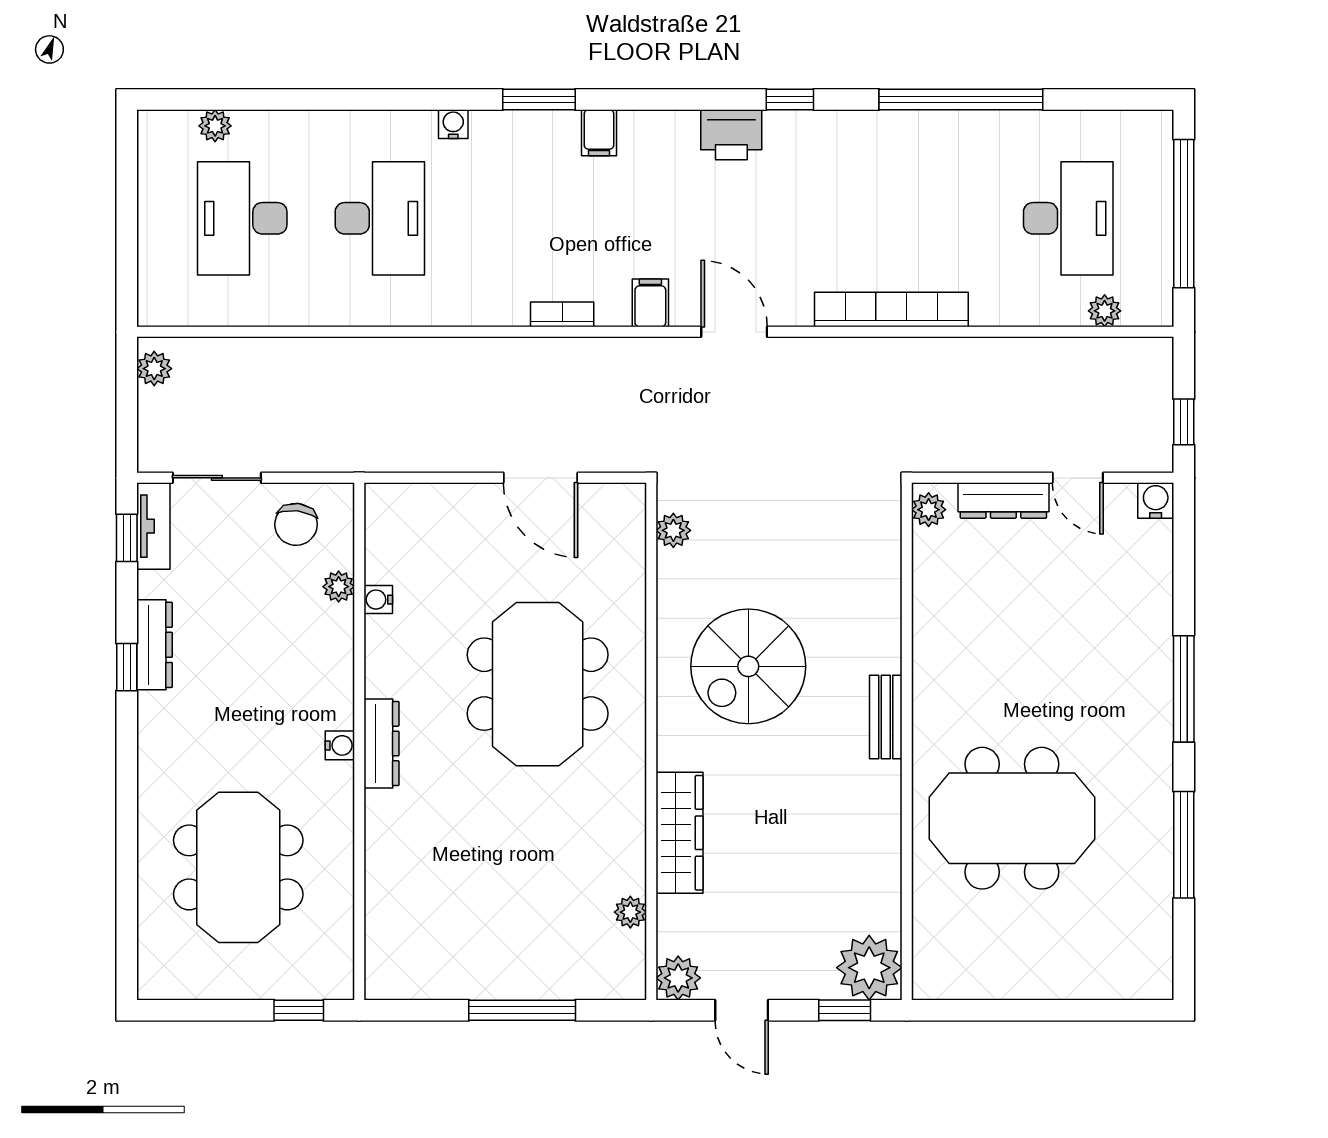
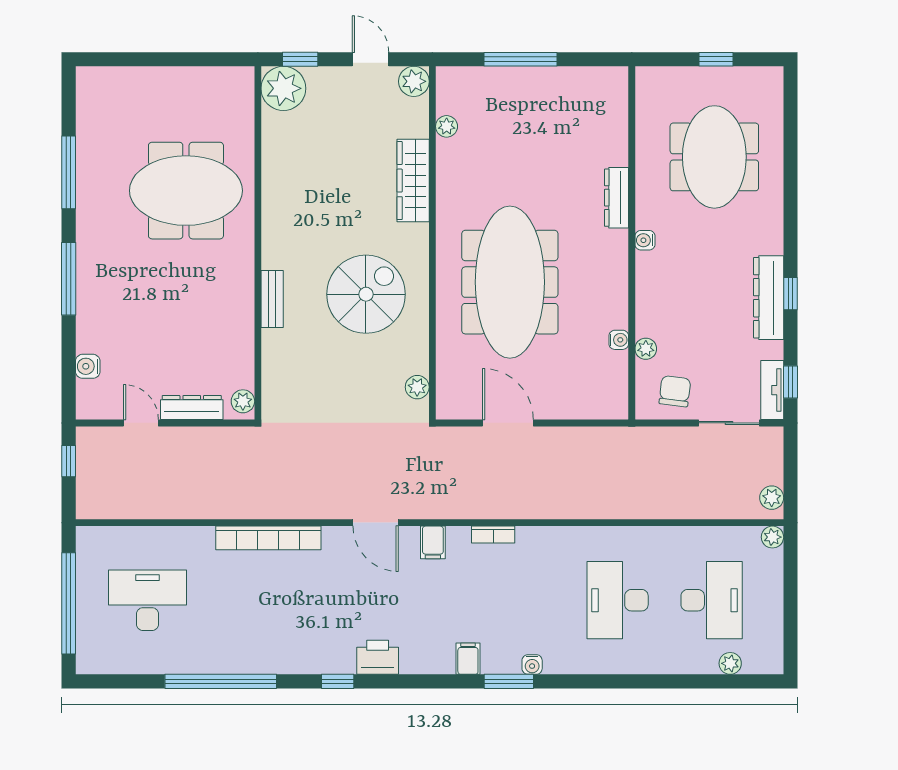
water cooler: (453, 124) -> (532, 665), moved
desk: (1068, 218) -> (148, 600), turned 90
plant: (1105, 311) -> (772, 537), moved
water cooler: (1156, 501) -> (88, 366), moved, turned 90
dresser: (155, 645) -> (769, 298), width x1.37, depth x1.24
meeting table: (538, 684) -> (510, 282), width x1.36
bench: (886, 717) -> (272, 299), moved
dresser: (381, 743) -> (617, 198), moved
window: (299, 1010) -> (716, 59), moved

